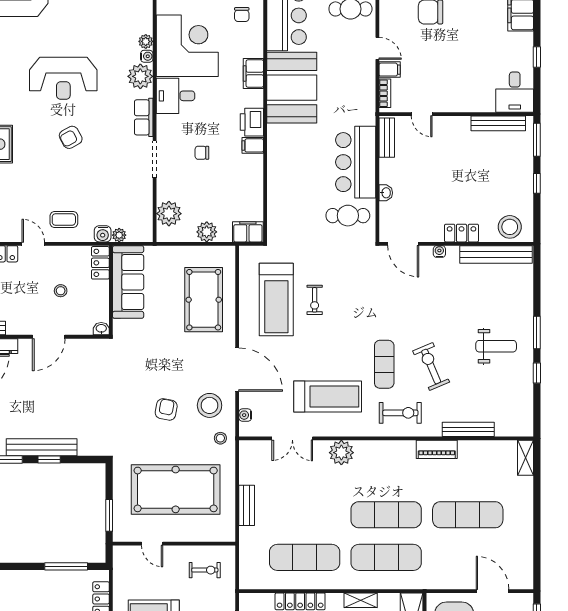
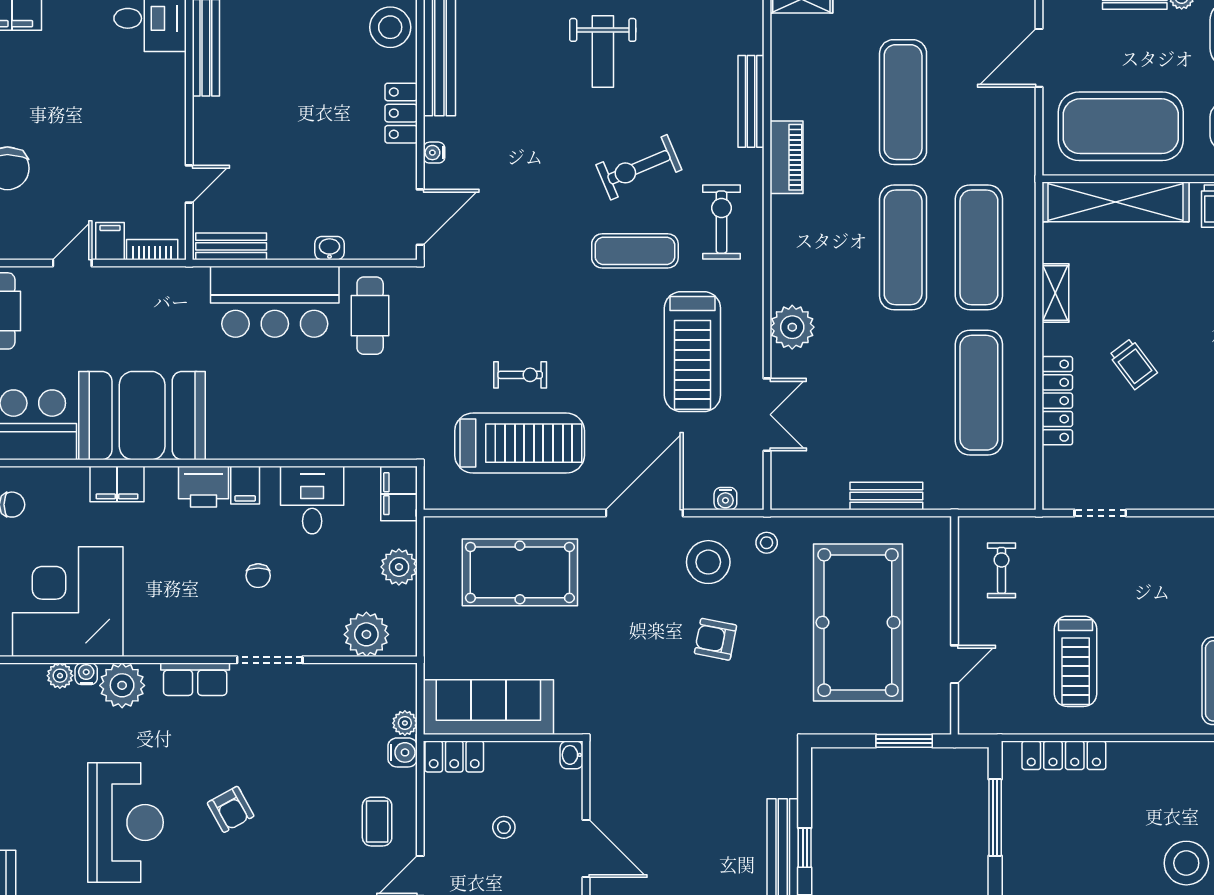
desk: (175, 96) -> (312, 500), moved, turned 180
weight bench: (496, 346) -> (603, 52), turned 180
treadmill: (328, 397) -> (692, 352), turned 180

